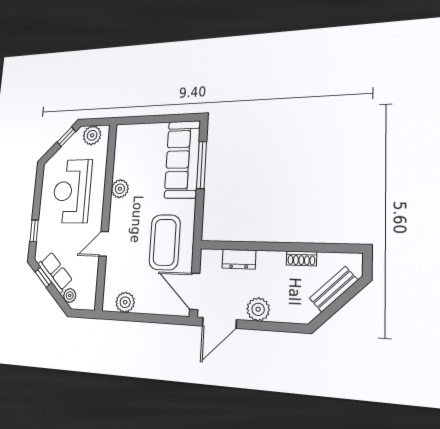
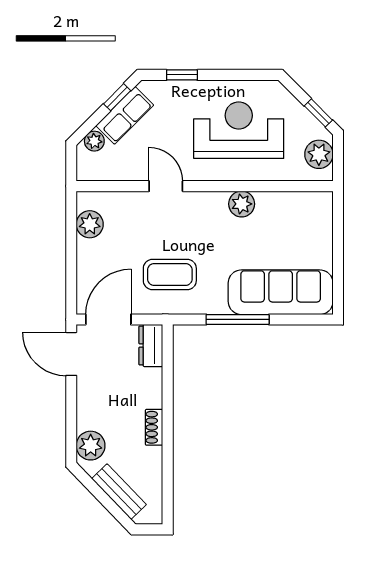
window: (202, 165) -> (238, 319), moved
coffee table: (165, 242) -> (170, 274), width x0.73, depth x0.76
shoe rack: (301, 258) -> (154, 427), moved
dresser: (239, 259) -> (151, 345), moved
plant: (258, 309) -> (91, 446), moved

